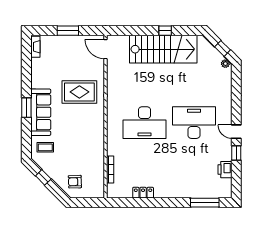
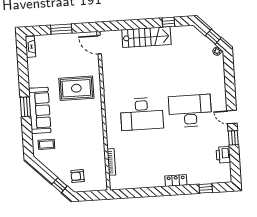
window: (165, 31) -> (168, 22), moved
stairs: (163, 49) -> (146, 37), width x0.73, depth x0.66
window: (43, 177) -> (59, 185), moved
locker: (143, 193) -> (176, 181), moved
window: (205, 203) -> (206, 188), width x0.46

